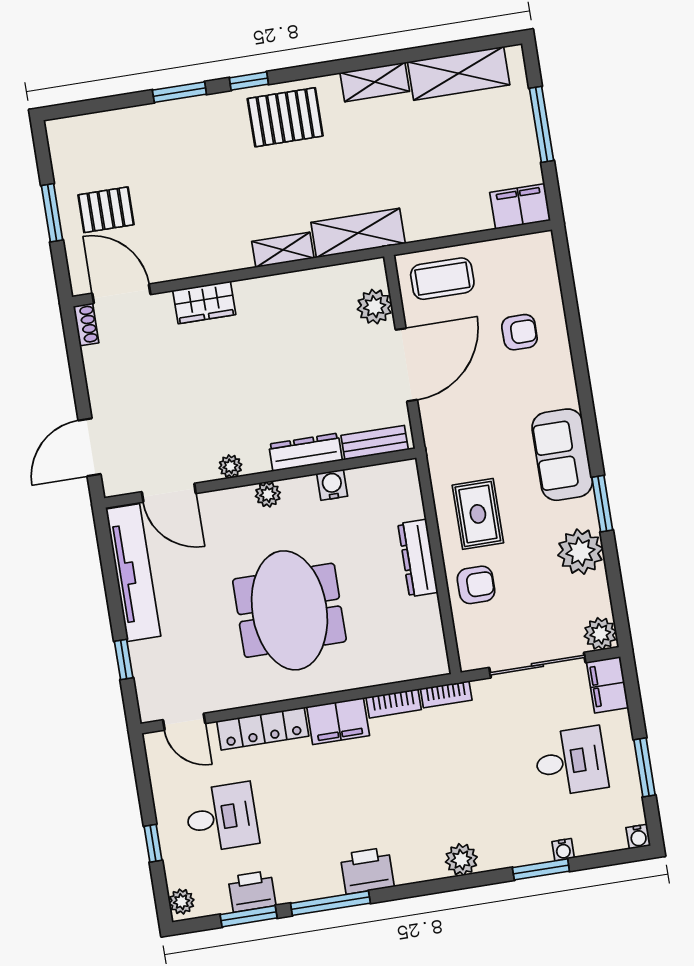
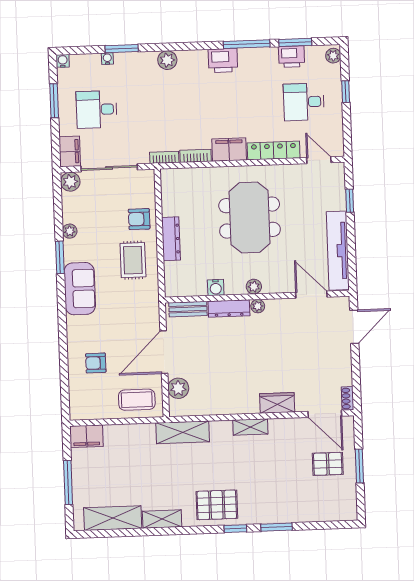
shelving: (283, 250) -> (250, 427), moved
plant: (230, 466) -> (258, 306), moved
plant: (580, 552) -> (70, 231), width x0.53, depth x0.53

